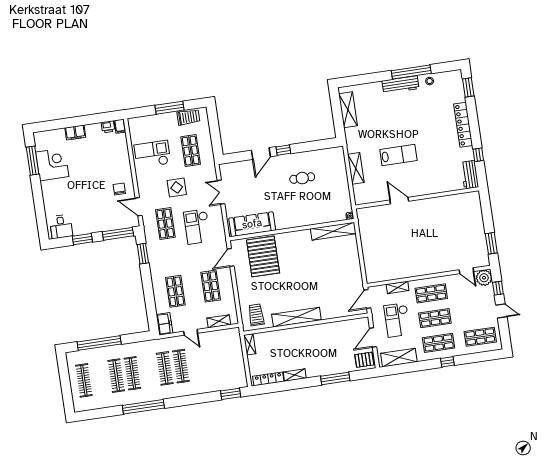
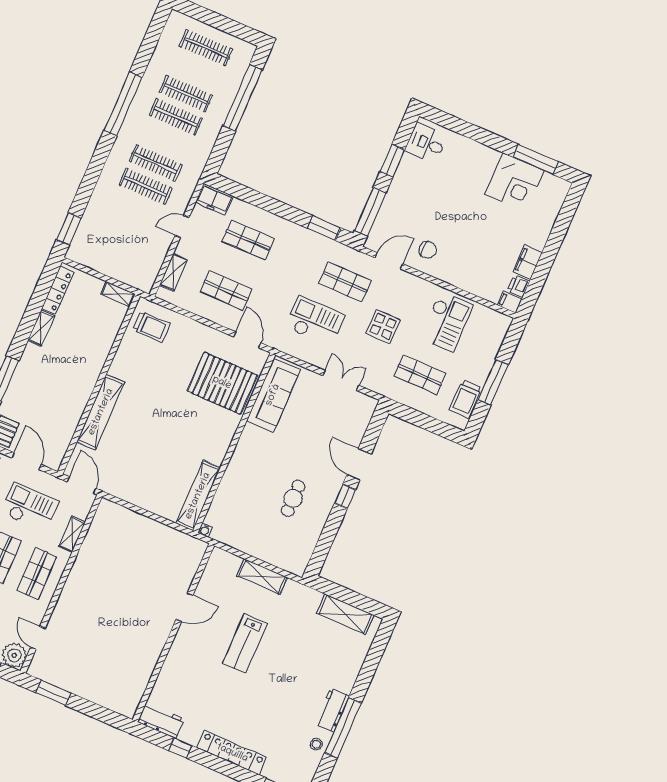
workbench: (400, 85) -> (332, 710), width x0.73
filing cabinet: (75, 132) -> (527, 262), moved
door: (466, 271) -> (38, 638), hinge flipped
shelving: (296, 317) -> (101, 412), moved

